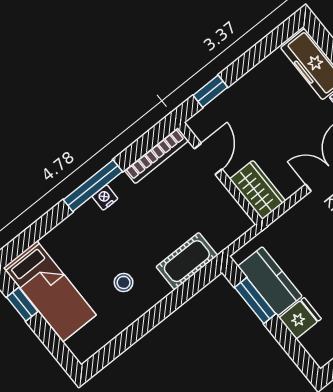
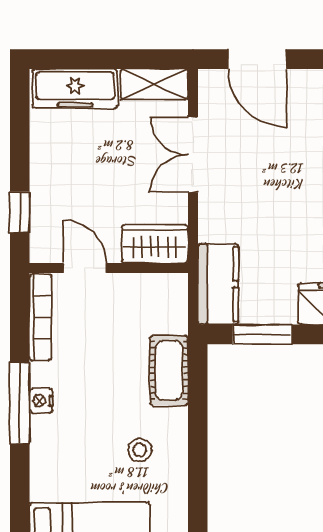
kitchen counter: (270, 281) -> (218, 284), moved, turned 90

